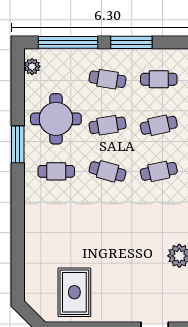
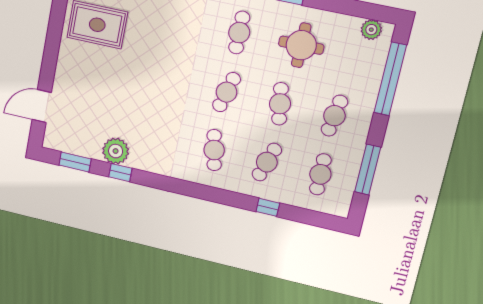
window: (131, 42) -> (368, 170), moved
round table: (56, 119) -> (301, 45), width x0.73, depth x0.73
cafe table: (159, 125) -> (267, 162), turned 30

